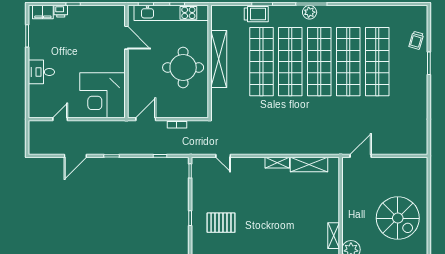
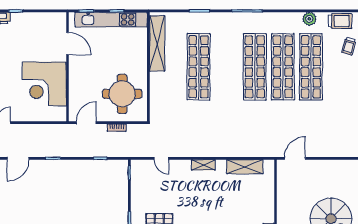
plant: (310, 12) -> (309, 19), moved
trolley: (256, 14) -> (340, 21), moved
shelving: (219, 59) -> (157, 43), moved
shop shelf: (290, 62) -> (227, 67), removed
round table: (183, 68) -> (122, 94), moved
corner desk: (102, 95) -> (44, 84), moved
shelving: (277, 163) -> (203, 165), moved

